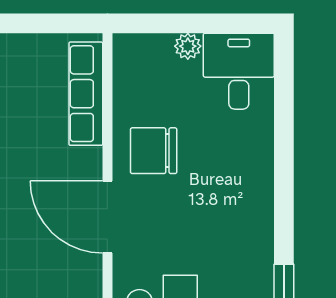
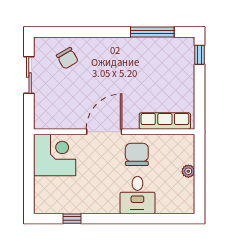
desk: (239, 71) -> (137, 195), moved, turned 90

